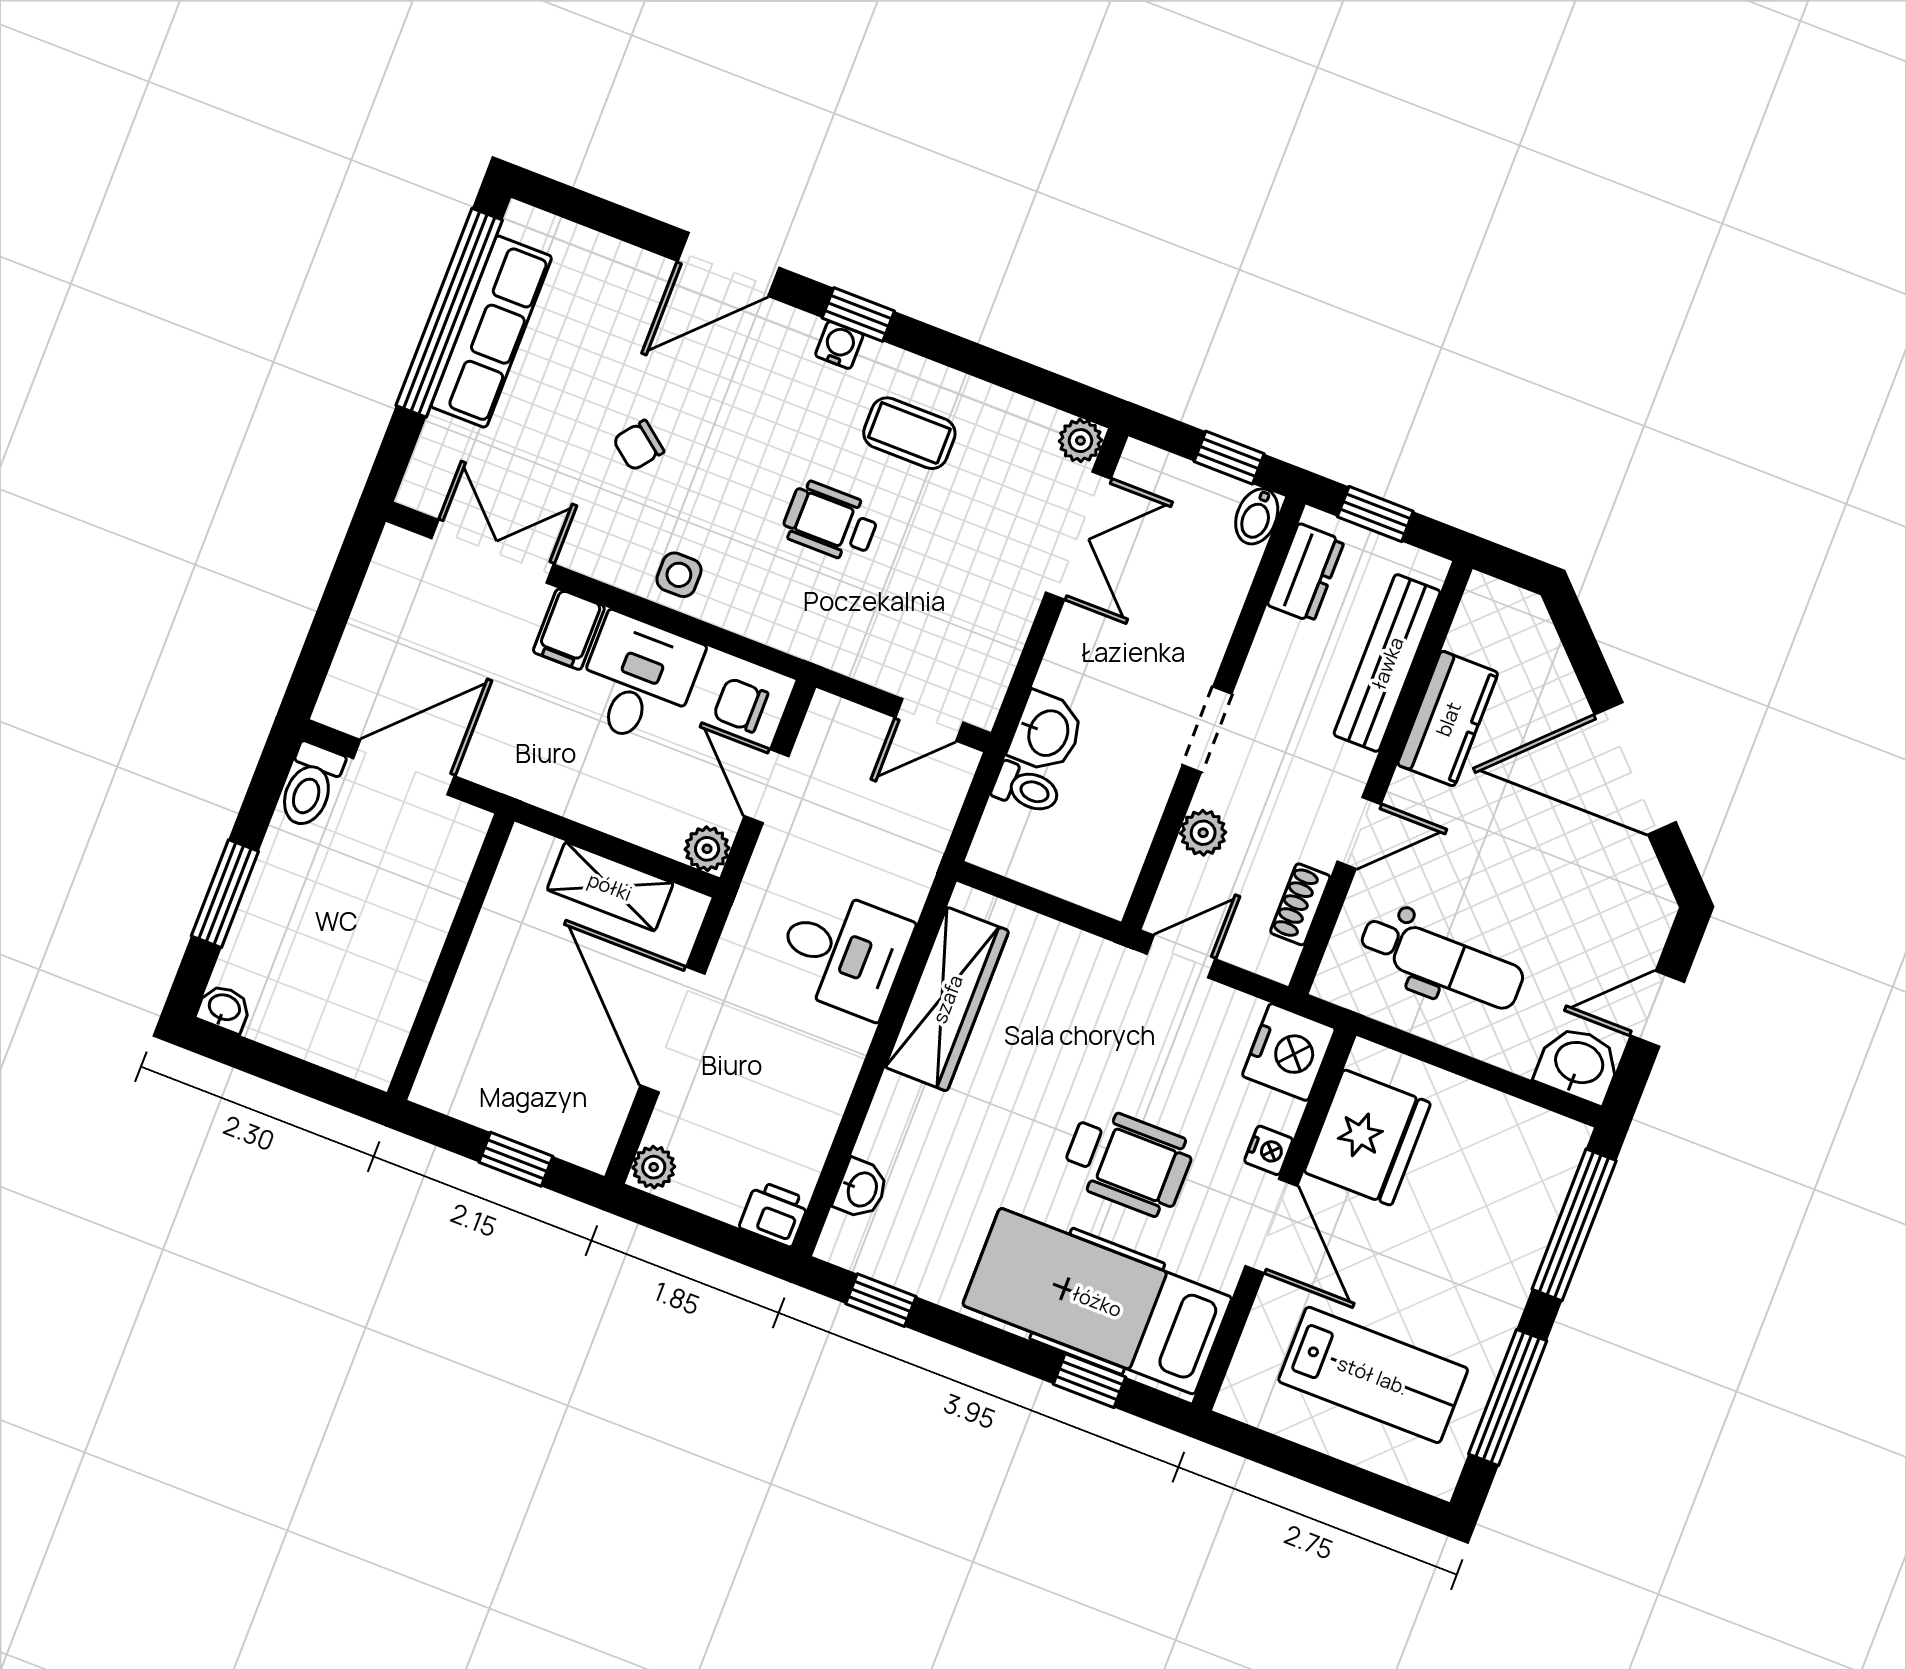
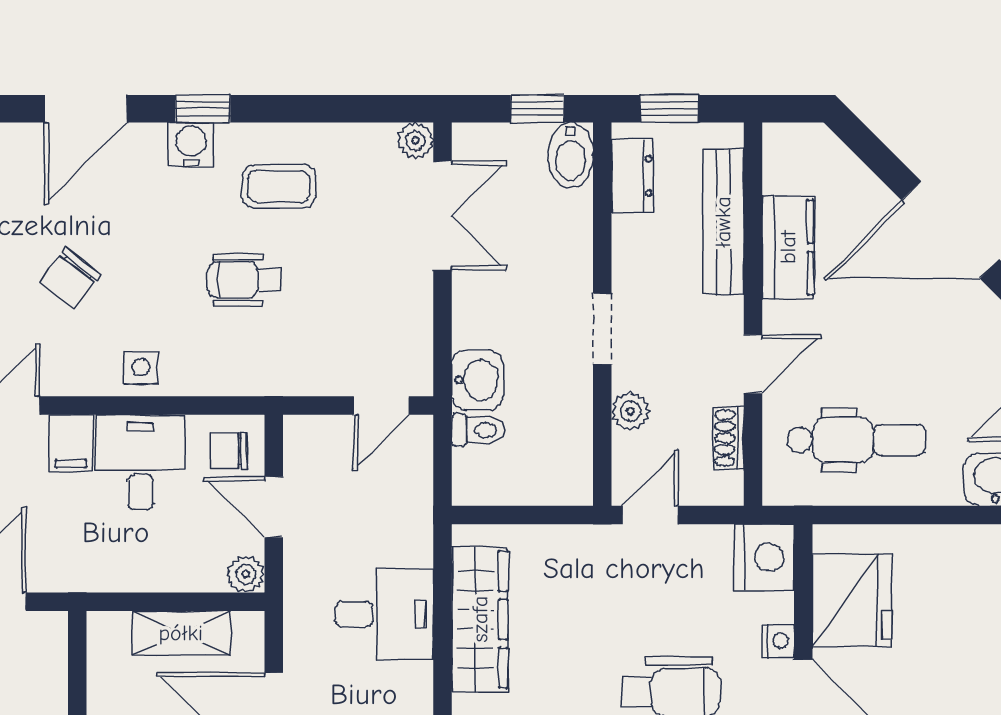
water cooler: (839, 345) -> (191, 145), width x1.38, depth x1.38
chair: (639, 445) -> (70, 278), width x1.37, depth x1.37
bidet: (1257, 516) -> (571, 155), width x1.38, depth x1.36

